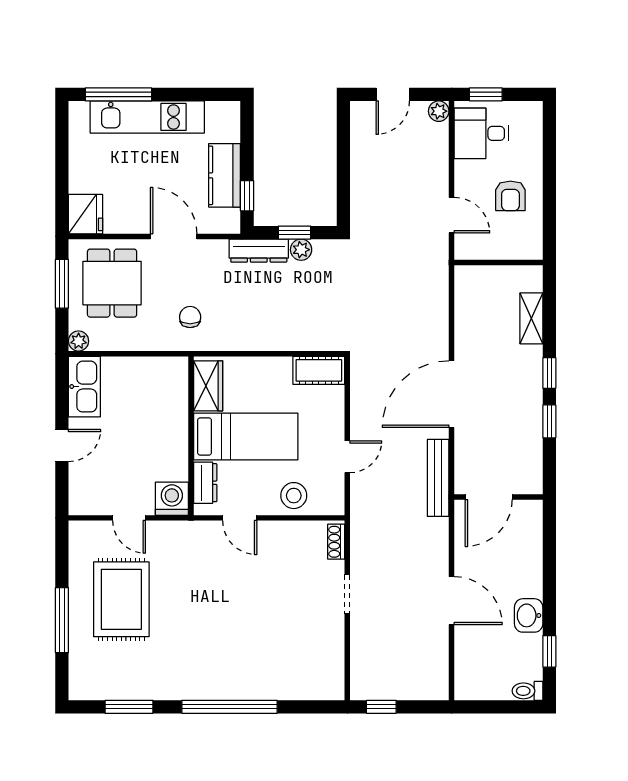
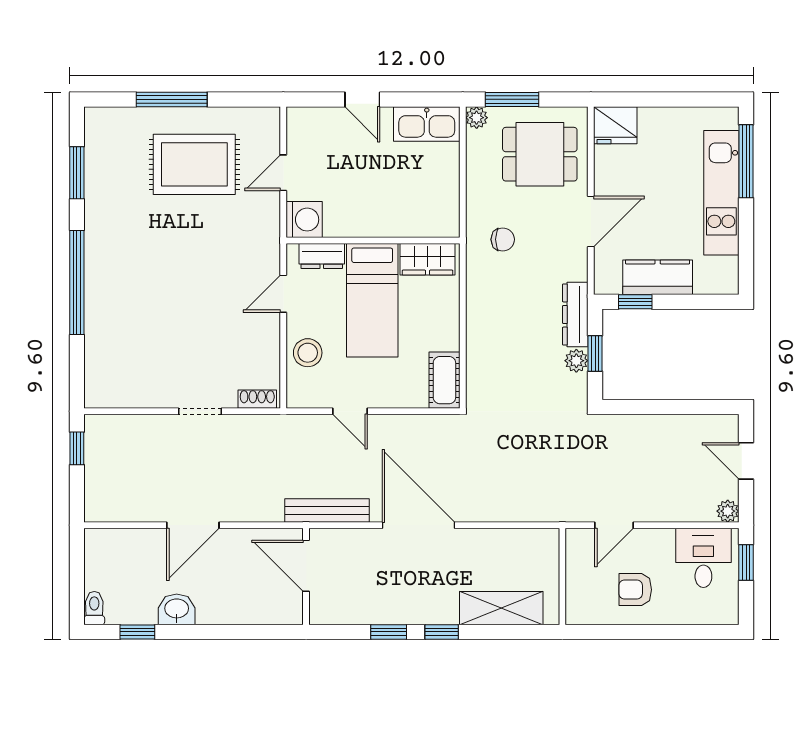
window: (62, 284) -> (512, 99), moved
shelving: (531, 318) -> (501, 608), width x1.50, depth x1.33

